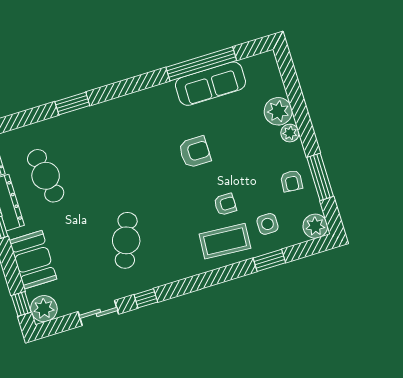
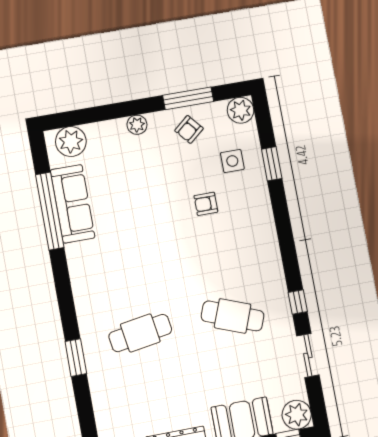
plant: (278, 111) -> (71, 142), moved
armchair: (195, 152) -> (145, 230), removed
cafe table: (46, 176) -> (140, 333), moved
armchair: (292, 181) -> (189, 129), turned 135
armchair: (225, 204) -> (206, 204), turned -90
coffee table: (225, 241) -> (246, 209), removed

